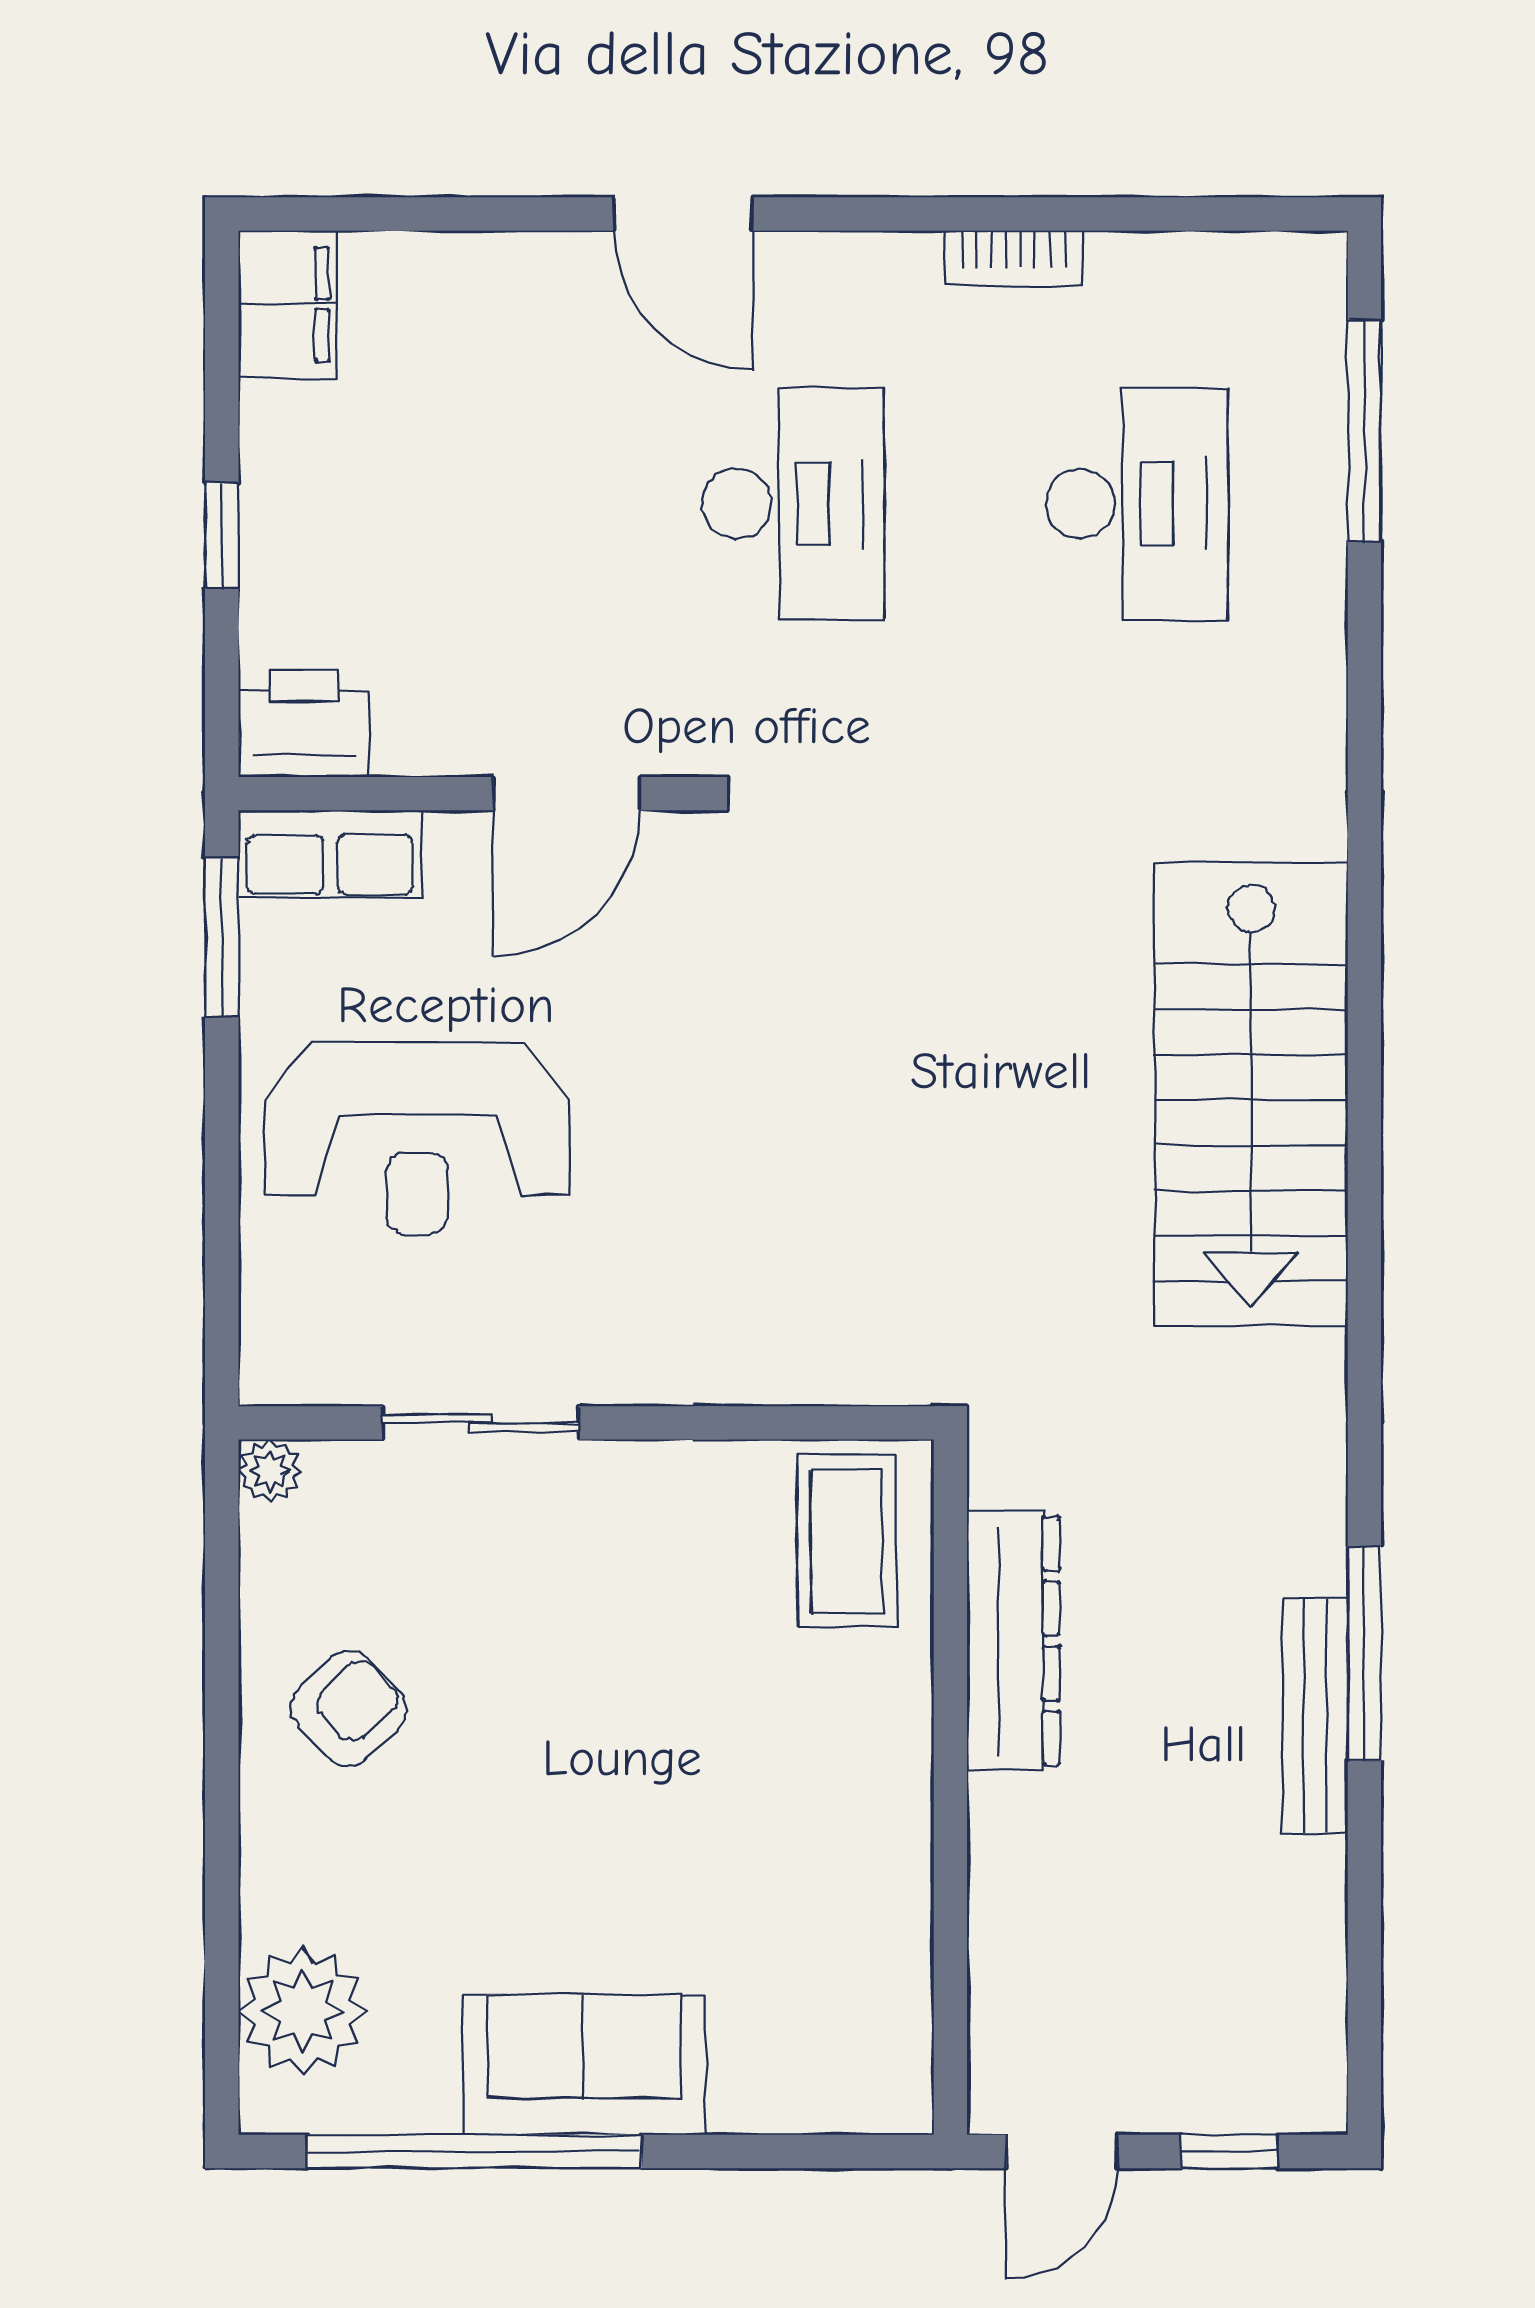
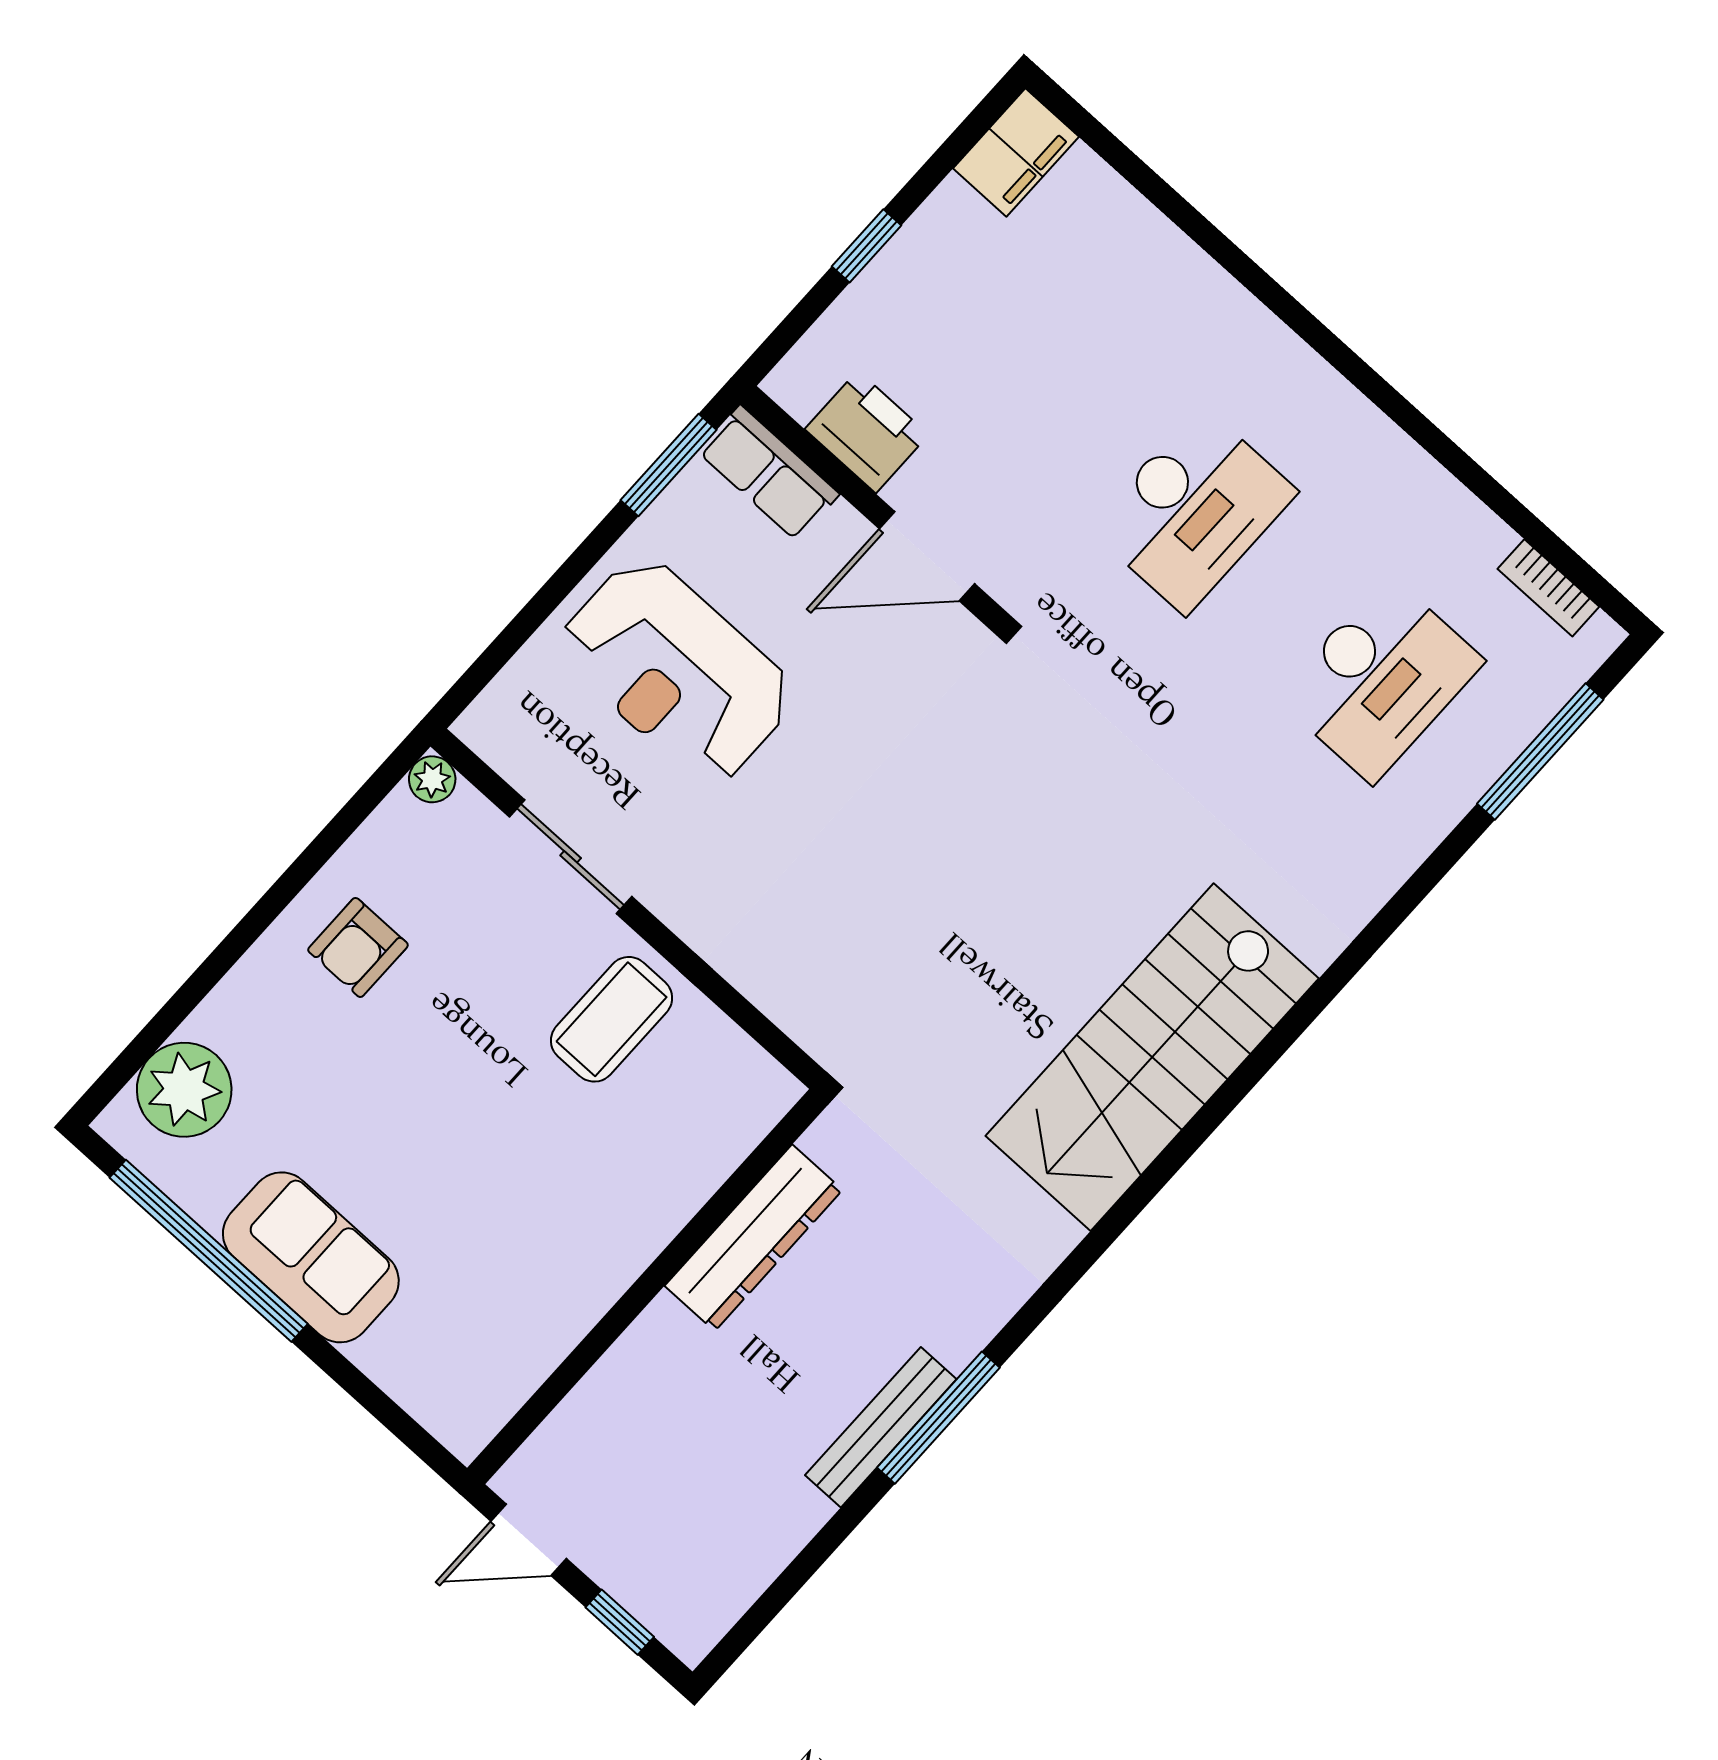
door: (683, 214) -> (1276, 298), removed
bookcase: (1014, 258) -> (1548, 588), moved
printer: (304, 723) -> (867, 432), moved
coffee table: (847, 1541) -> (612, 1019), moved
armchair: (348, 1709) -> (358, 947), turned 133

